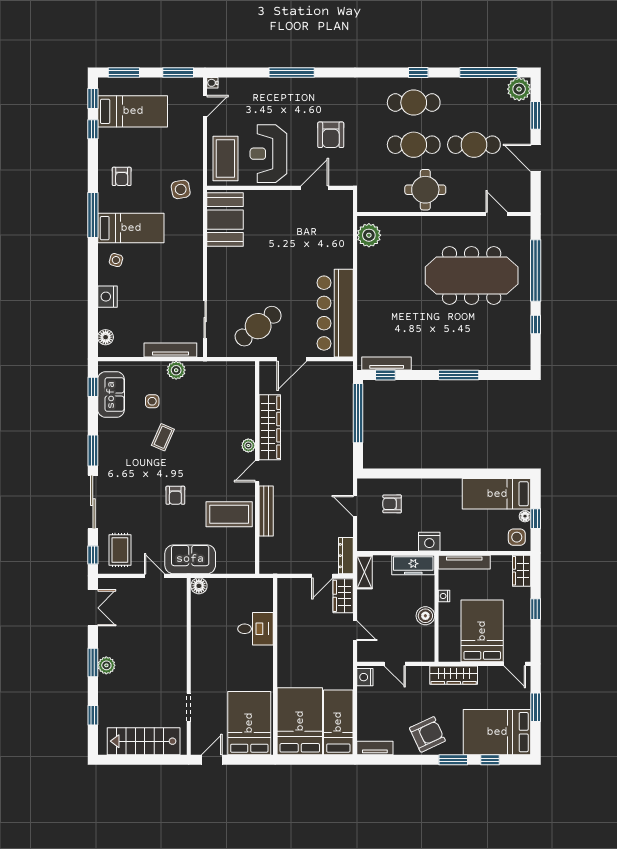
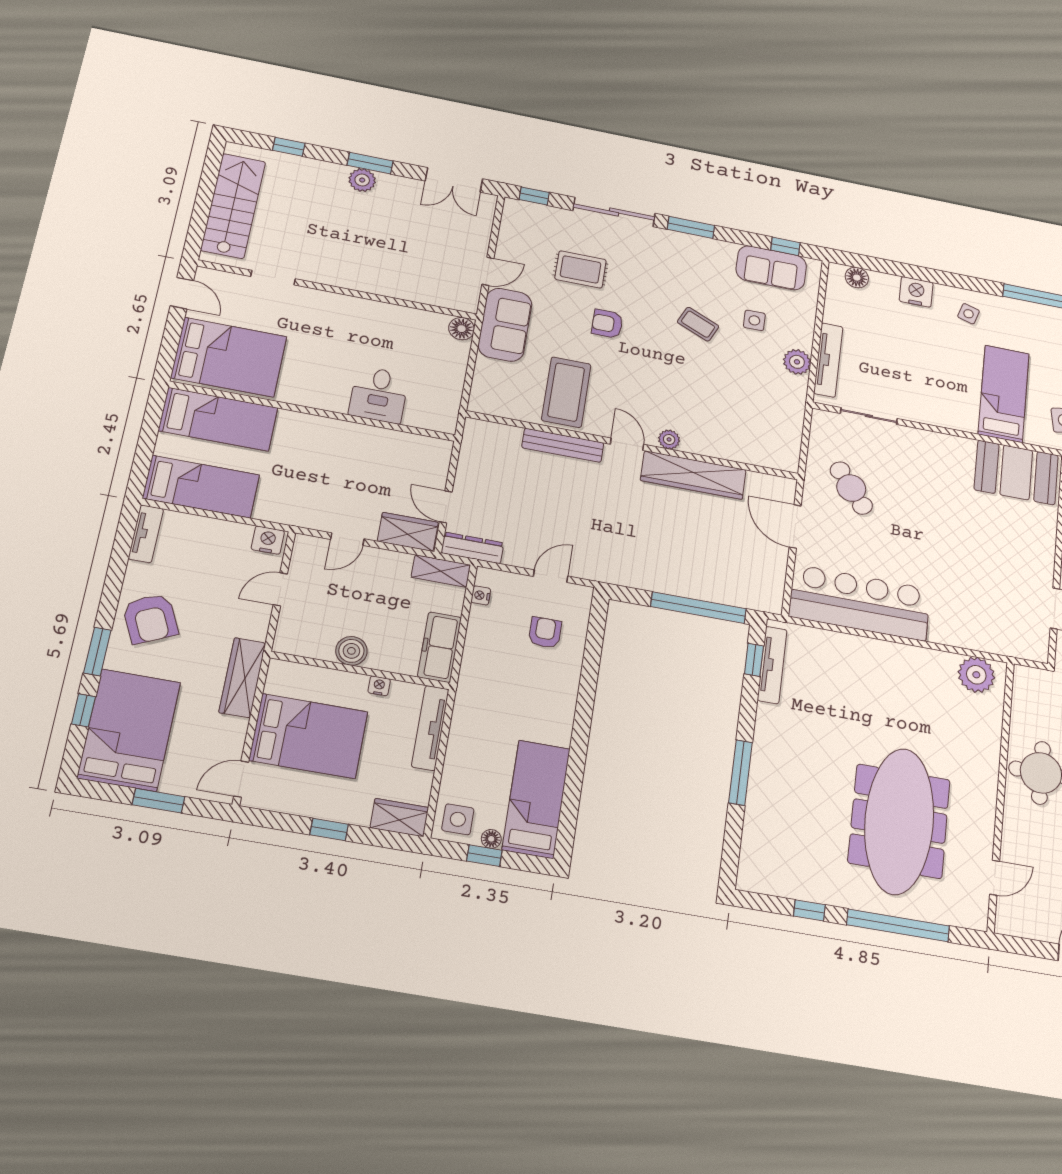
bed: (131, 228) -> (1004, 394), moved, turned 180
cafe table: (258, 326) -> (851, 488), width x0.73, depth x0.74
nightstand: (429, 542) -> (481, 595), moved, width x0.53, depth x0.56
rug: (120, 550) -> (581, 269), moved
bed: (300, 721) -> (218, 419), width x0.67

